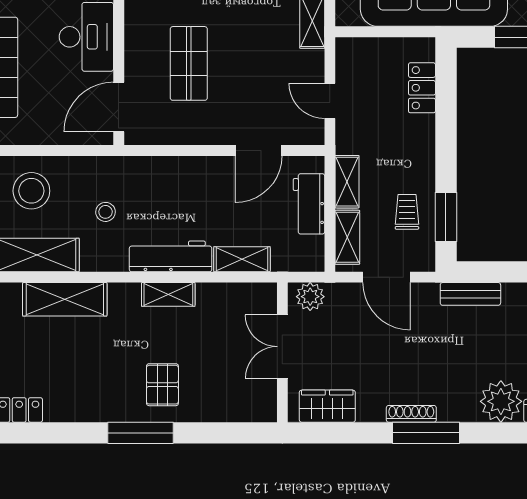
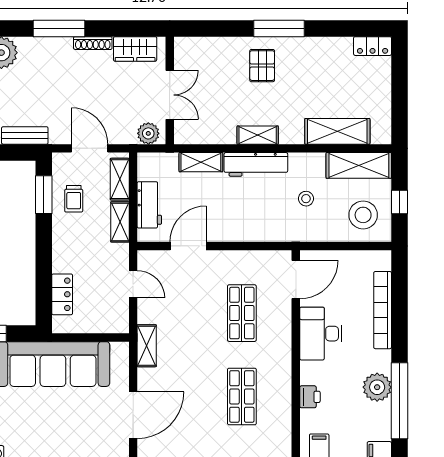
shoe rack: (411, 414) -> (93, 43), moved

